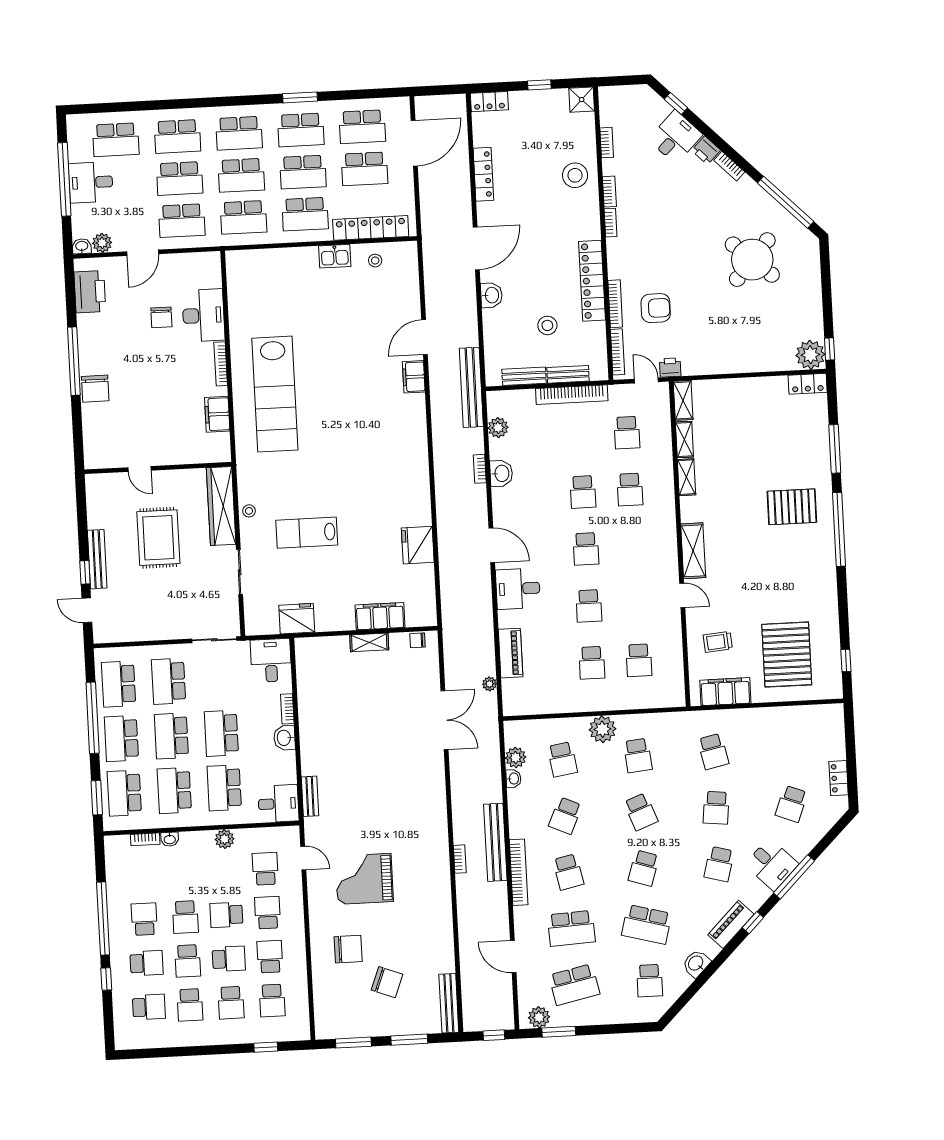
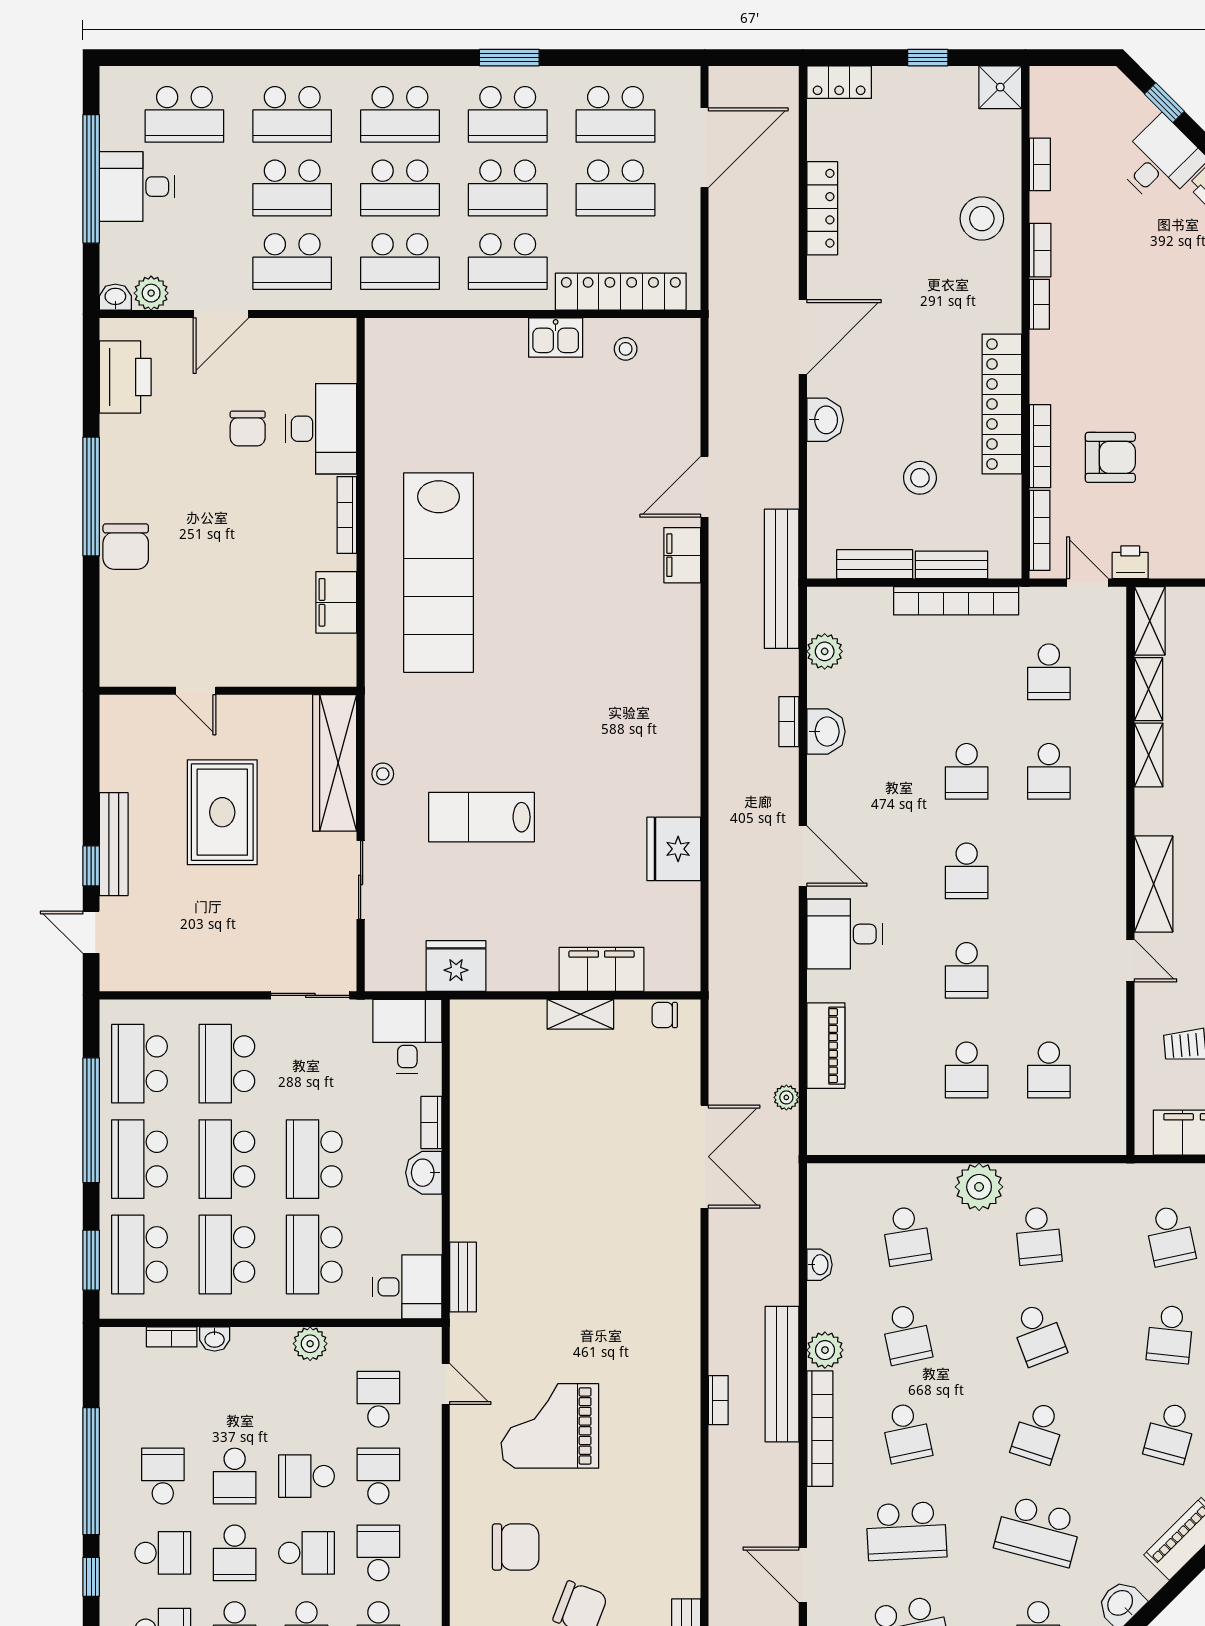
plant: (516, 758) -> (825, 1350), moved
school desk: (565, 816) -> (906, 1334), turned -36

